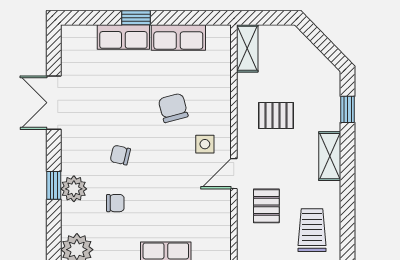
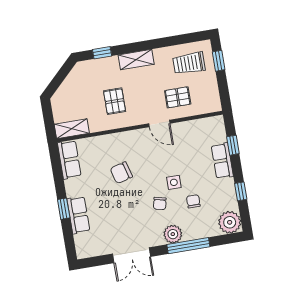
row of seats: (178, 37) -> (69, 160), moved
side table: (205, 144) -> (174, 182), moved
window: (54, 185) -> (188, 246), width x2.17
plant: (74, 189) -> (173, 234), moved

